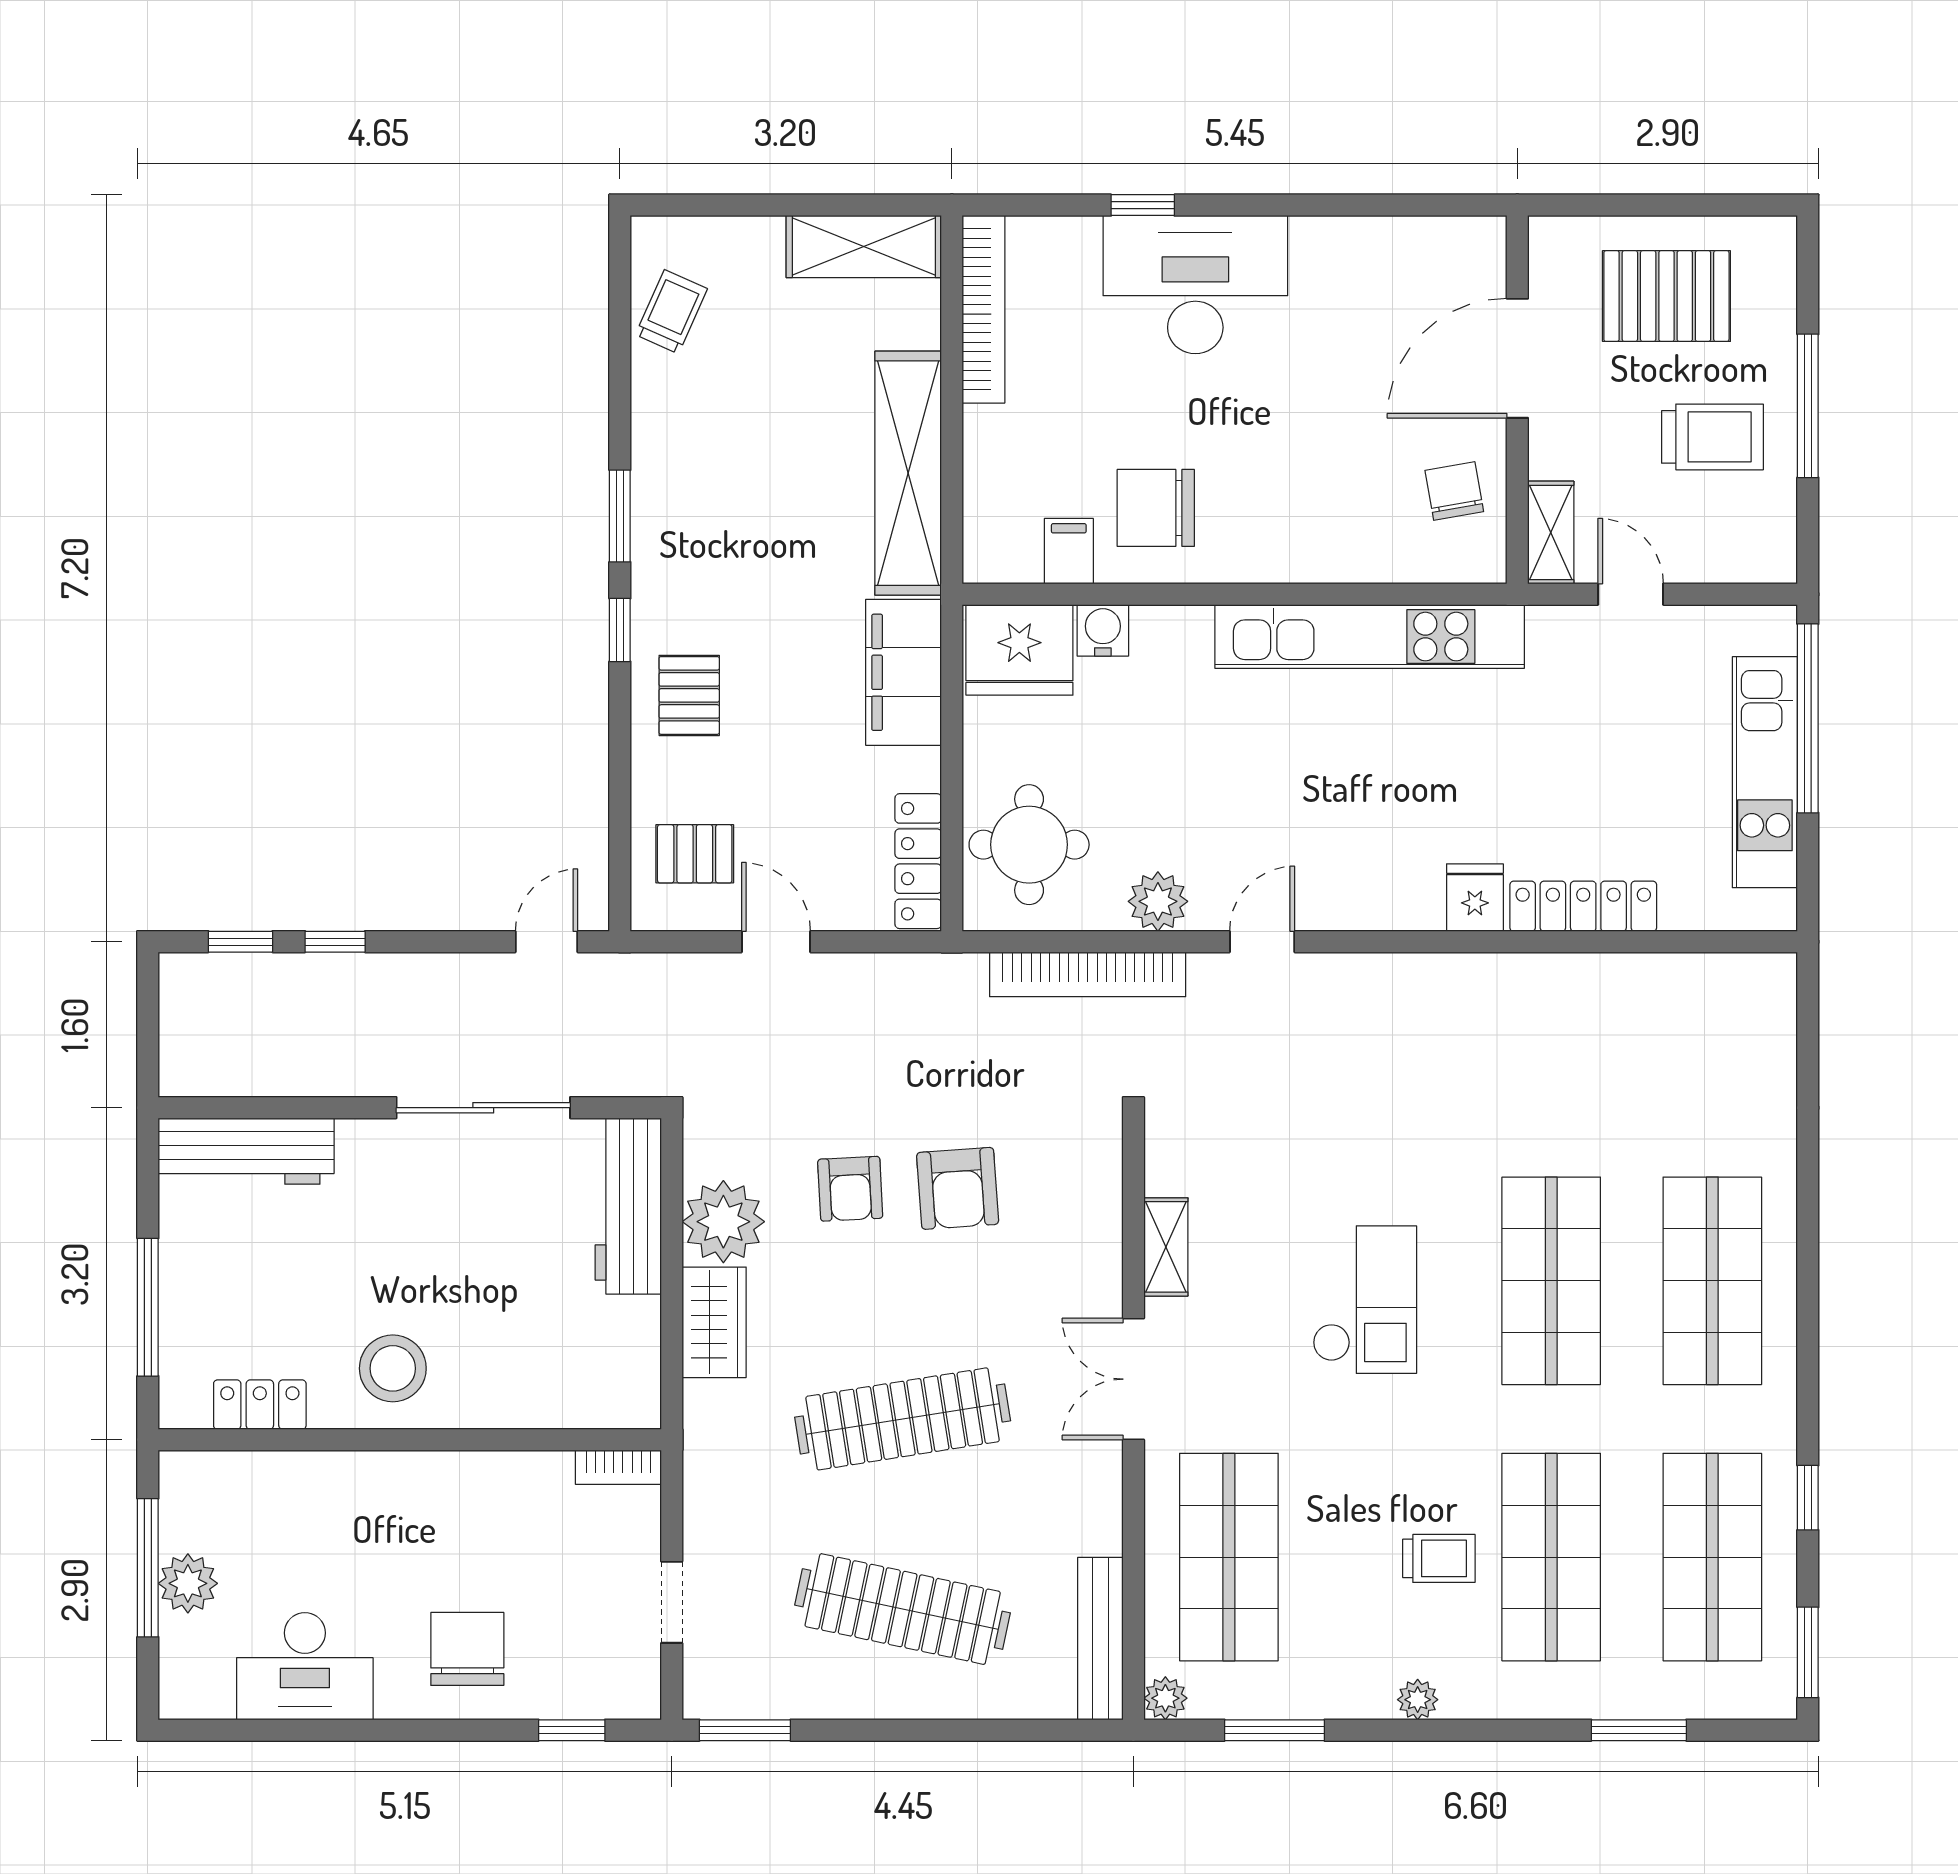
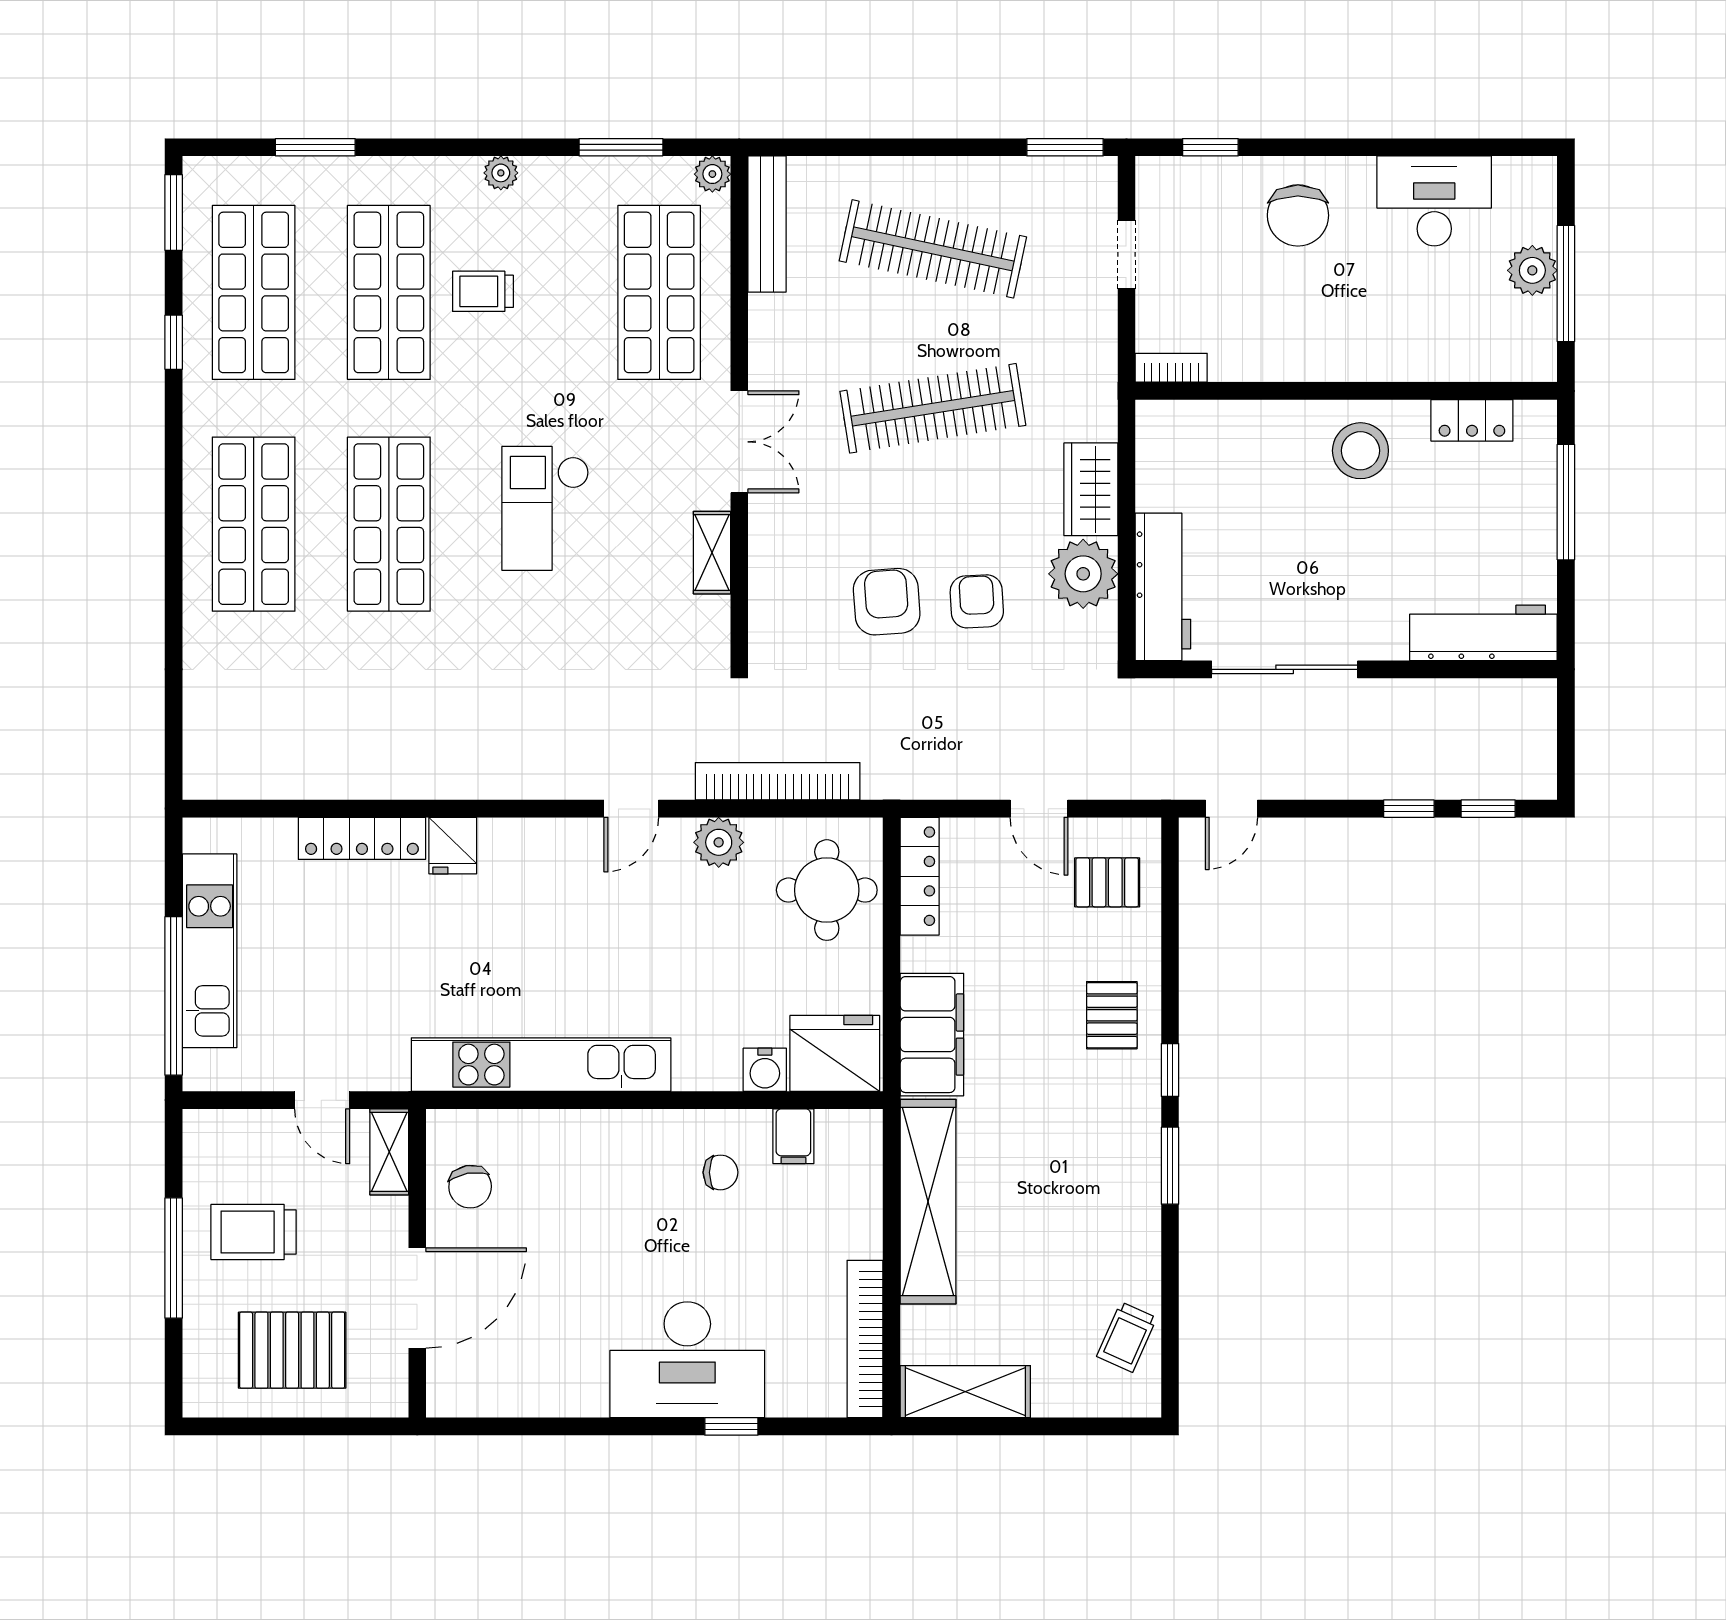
chair: (1156, 508) -> (720, 1172), width x0.54, depth x0.54

